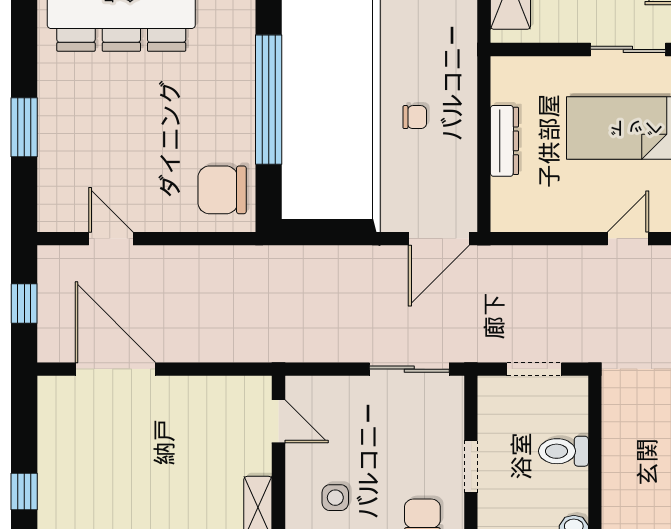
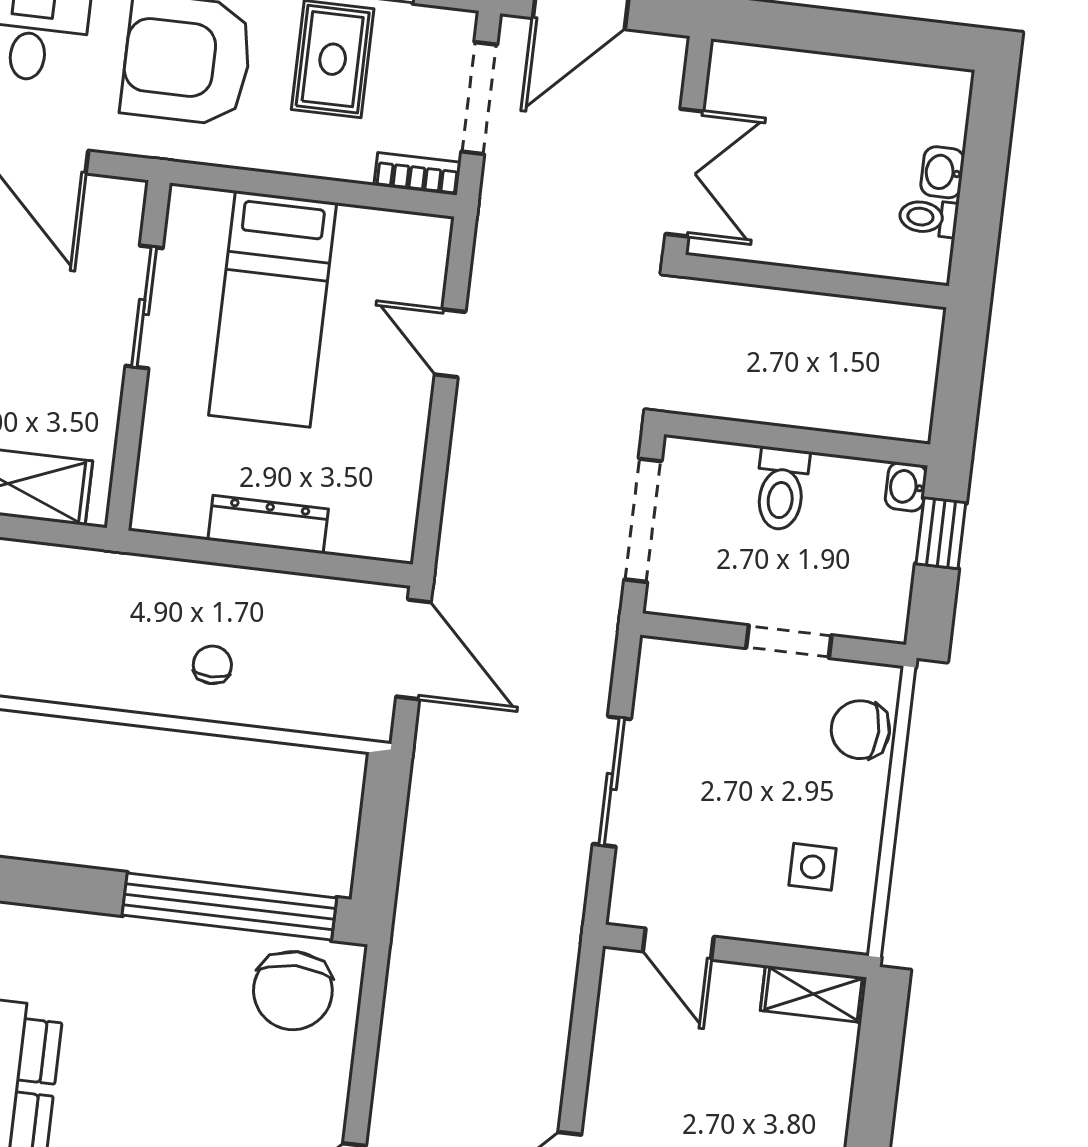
window: (269, 100) -> (229, 907), moved
sliding door: (409, 369) -> (612, 782), moved
doorway: (534, 369) -> (643, 520), width x1.38
door: (278, 421) -> (678, 944), swing flipped

